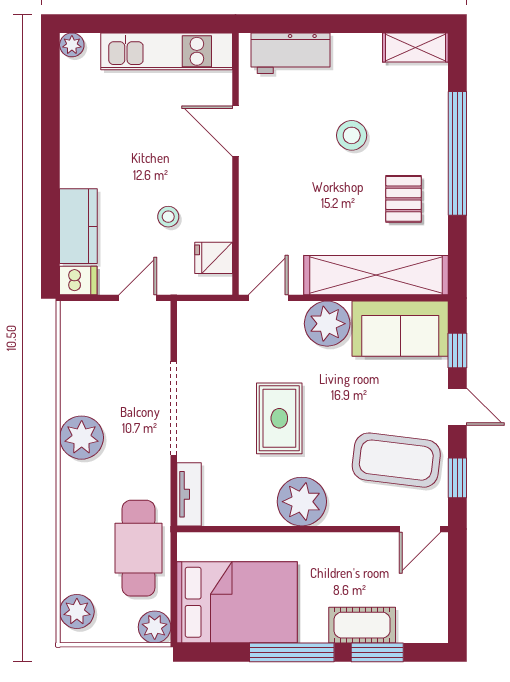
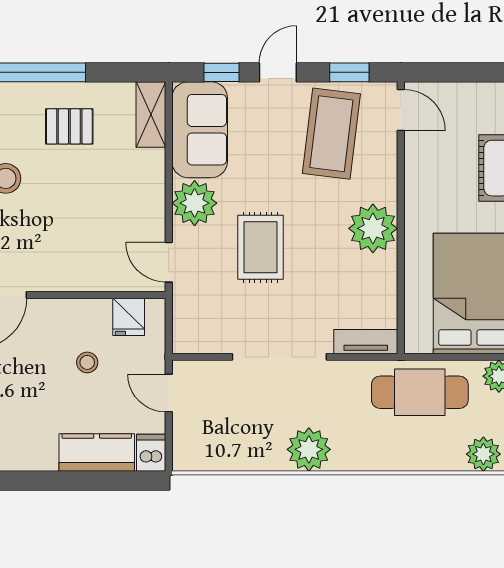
shelving: (376, 275) -> (151, 114), width x0.45, depth x0.75
rug: (279, 418) -> (261, 247), moved, turned 90

